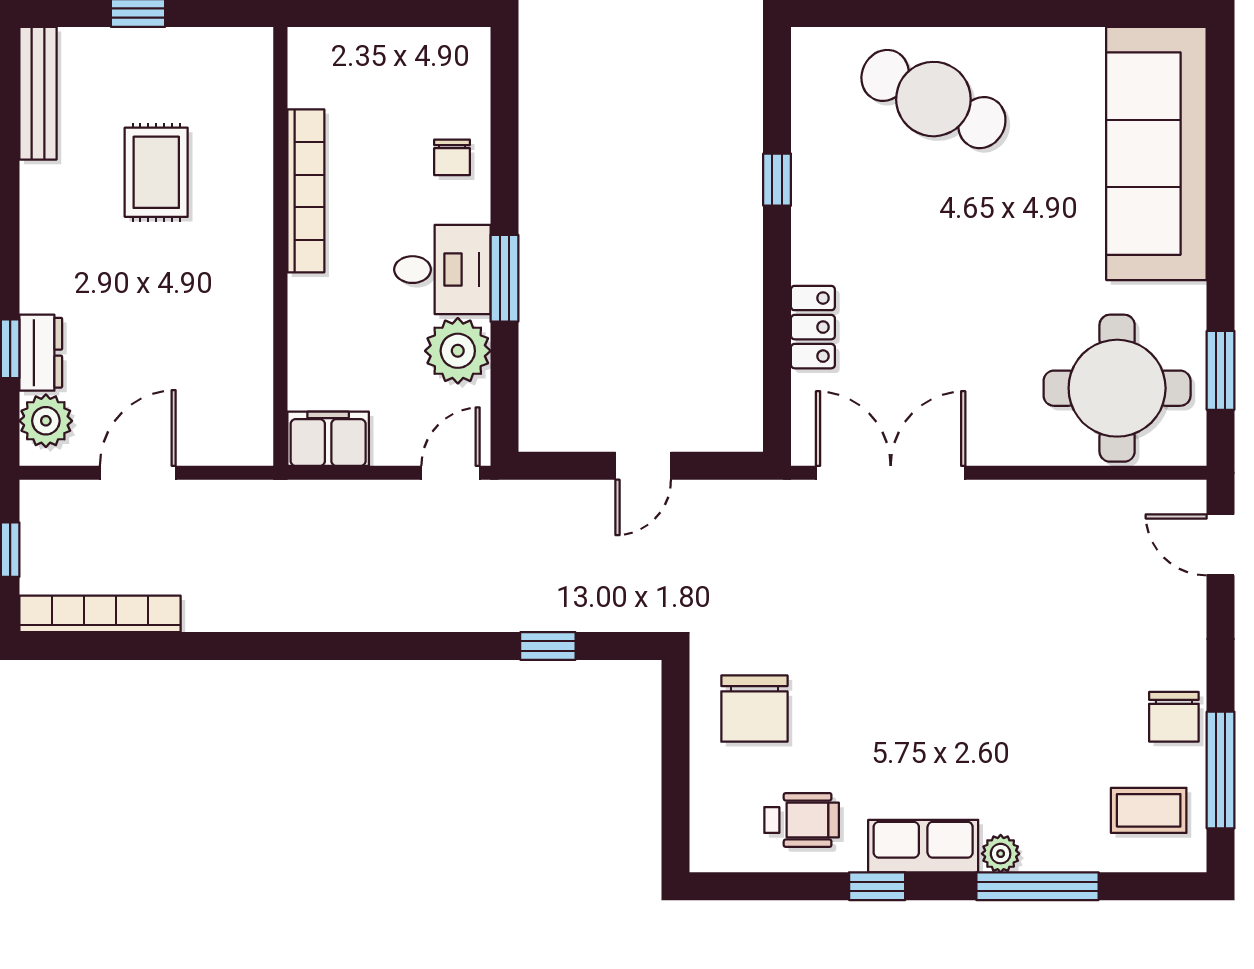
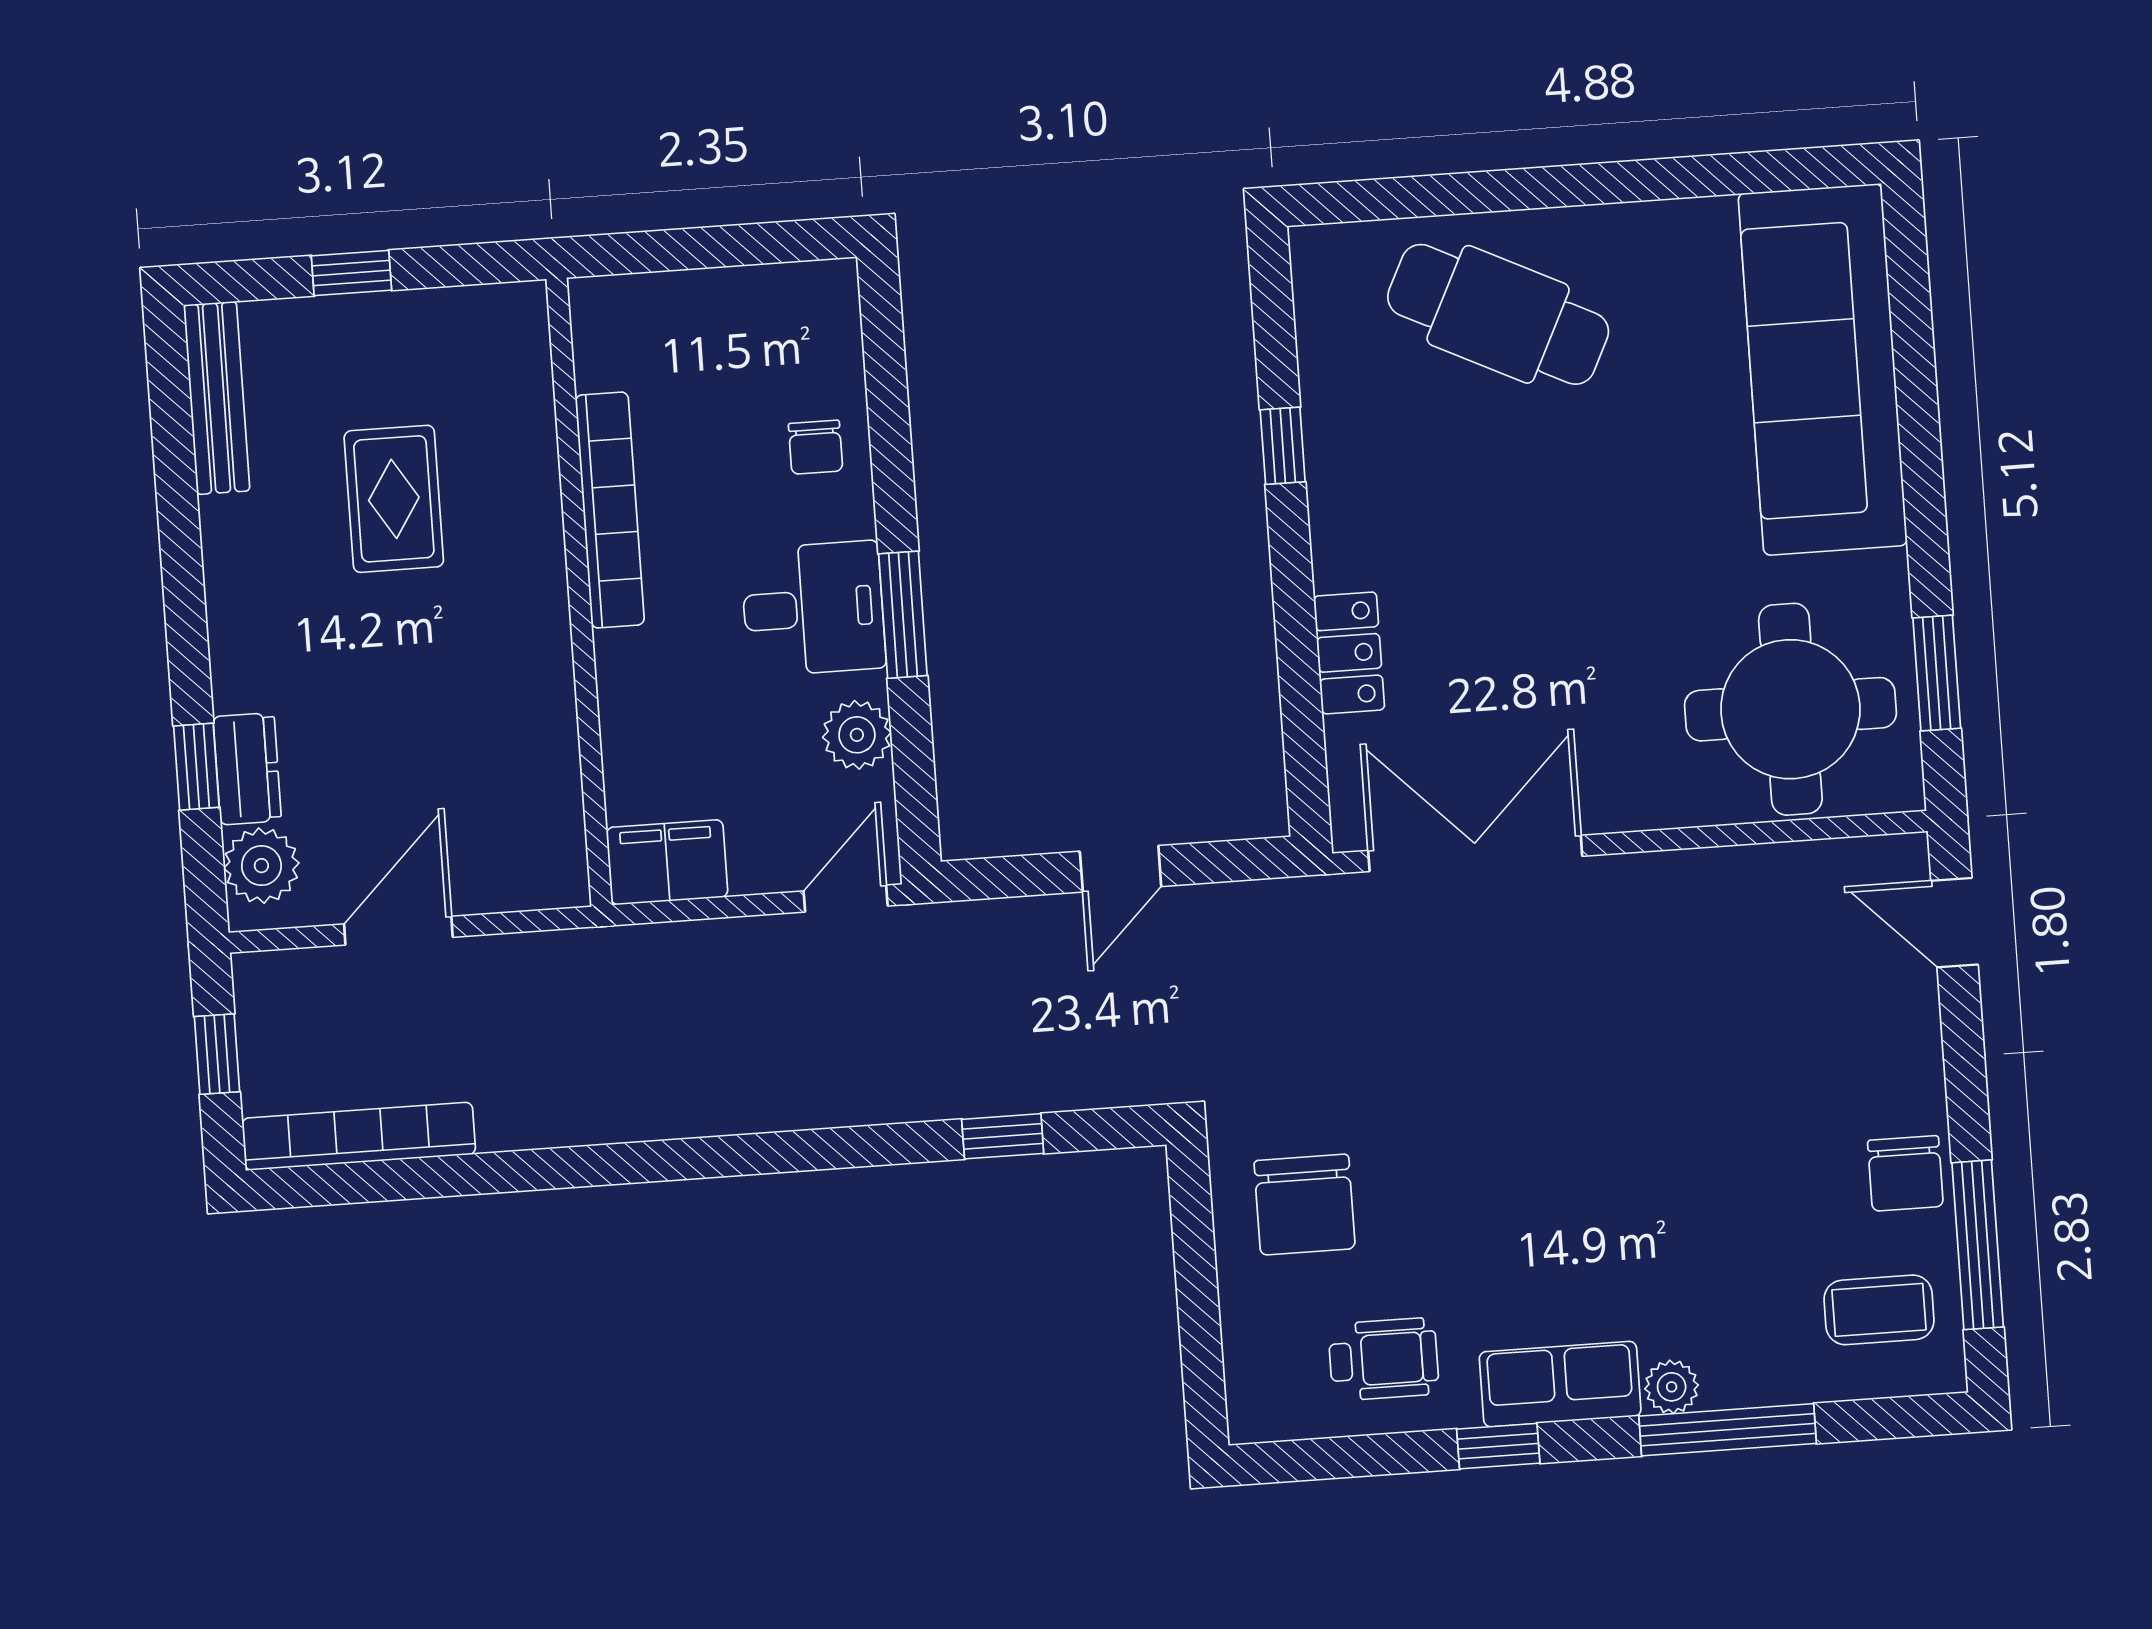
plant: (458, 351) -> (857, 735), width x0.73, depth x0.73

